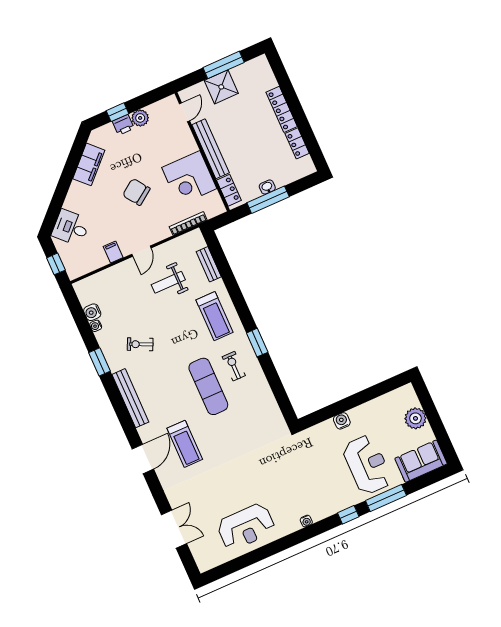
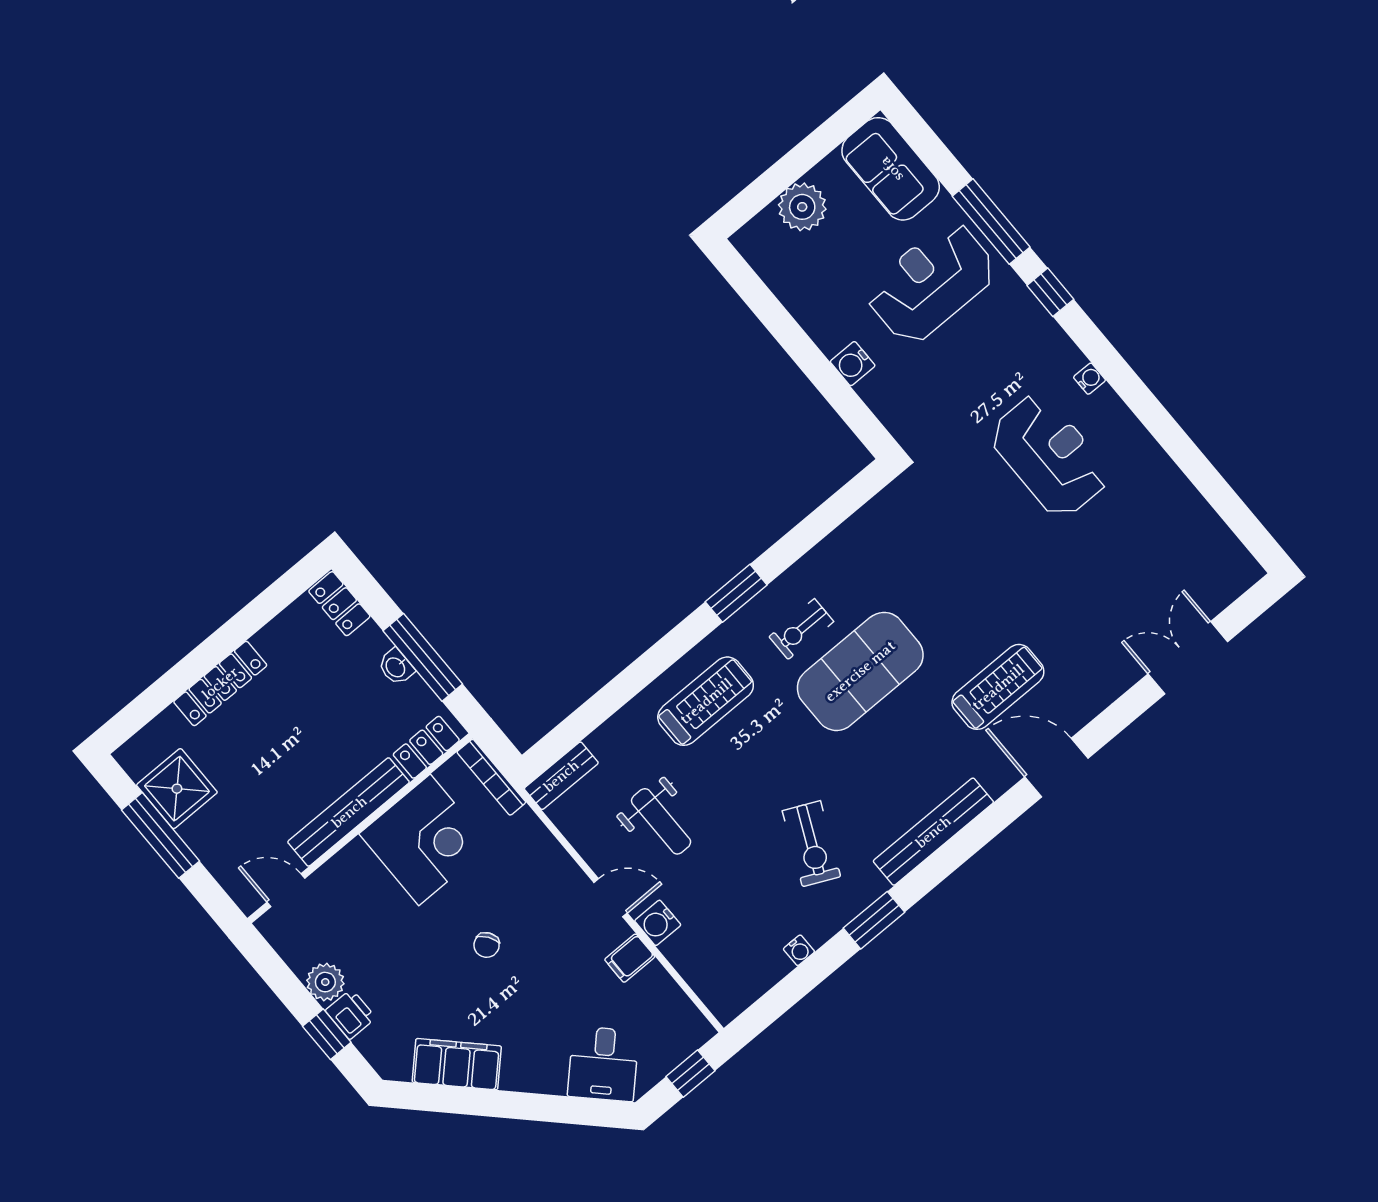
shower: (221, 87) -> (177, 789), moved
locker: (297, 143) -> (339, 604), moved, turned 90
chair: (136, 192) -> (487, 945), width x0.54, depth x0.54
bookcase: (188, 223) -> (491, 777), moved
bench: (209, 264) -> (561, 776), moved
water cooler: (92, 312) -> (658, 923), moved, turned 90
exercise bike: (140, 344) -> (811, 844), width x1.38, depth x1.39
exercise mat: (208, 386) -> (860, 671), width x1.47
reception desk: (246, 527) -> (1049, 456), moved

